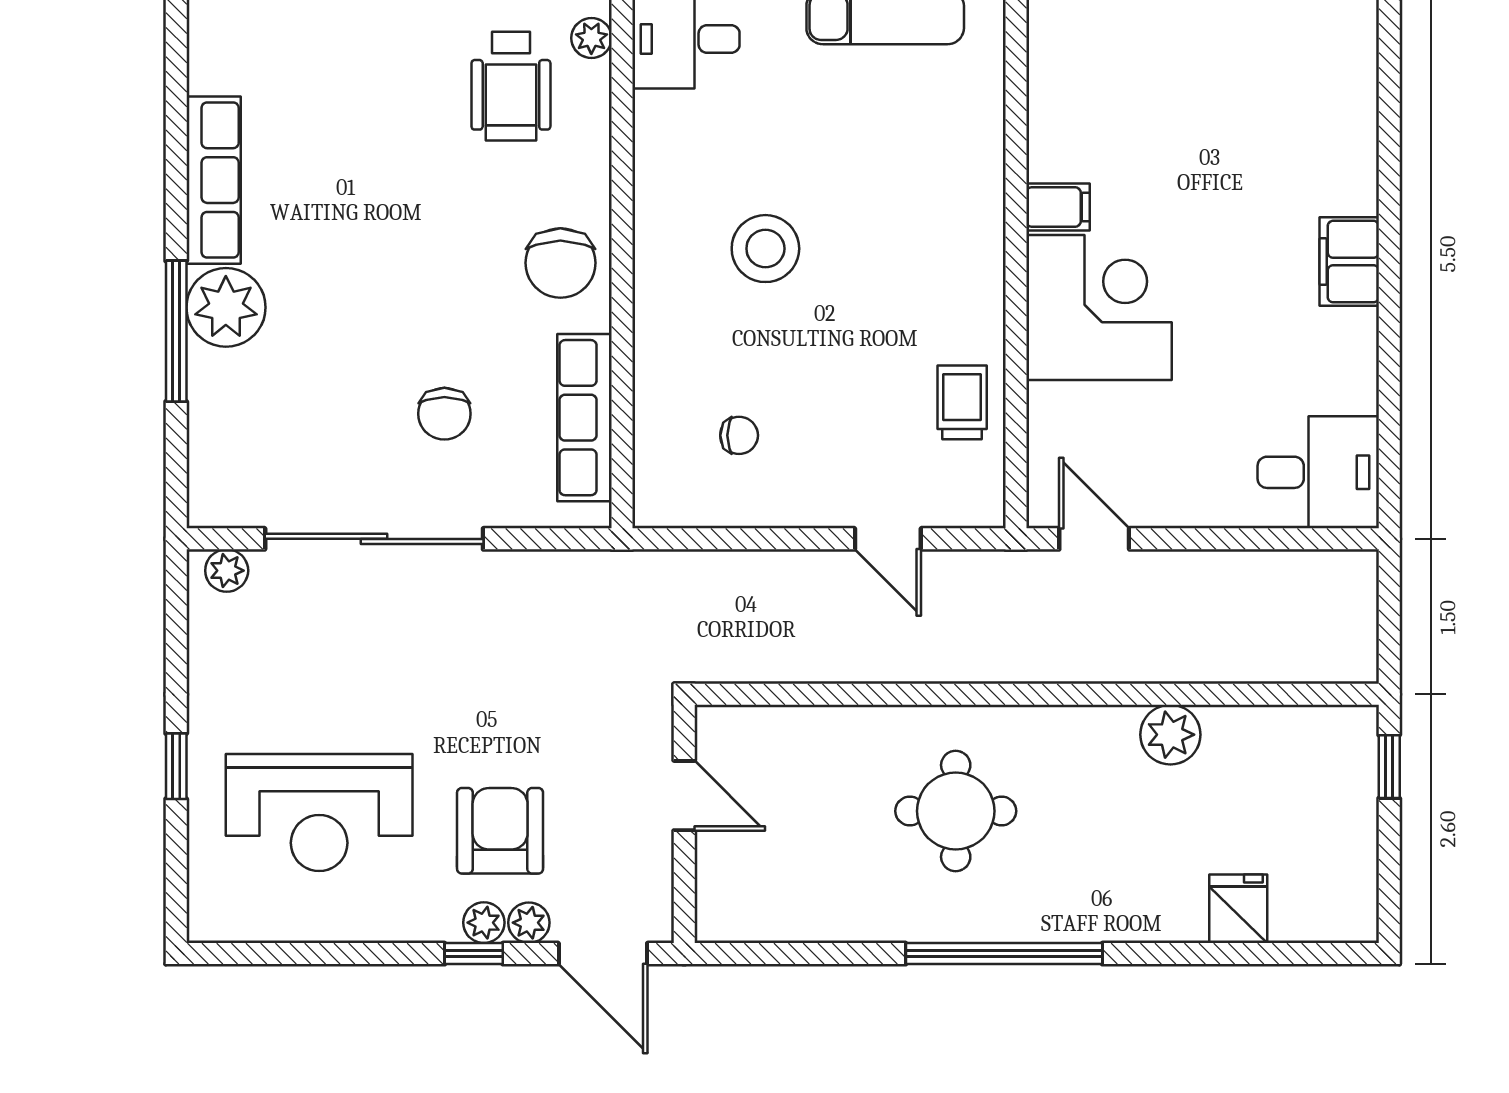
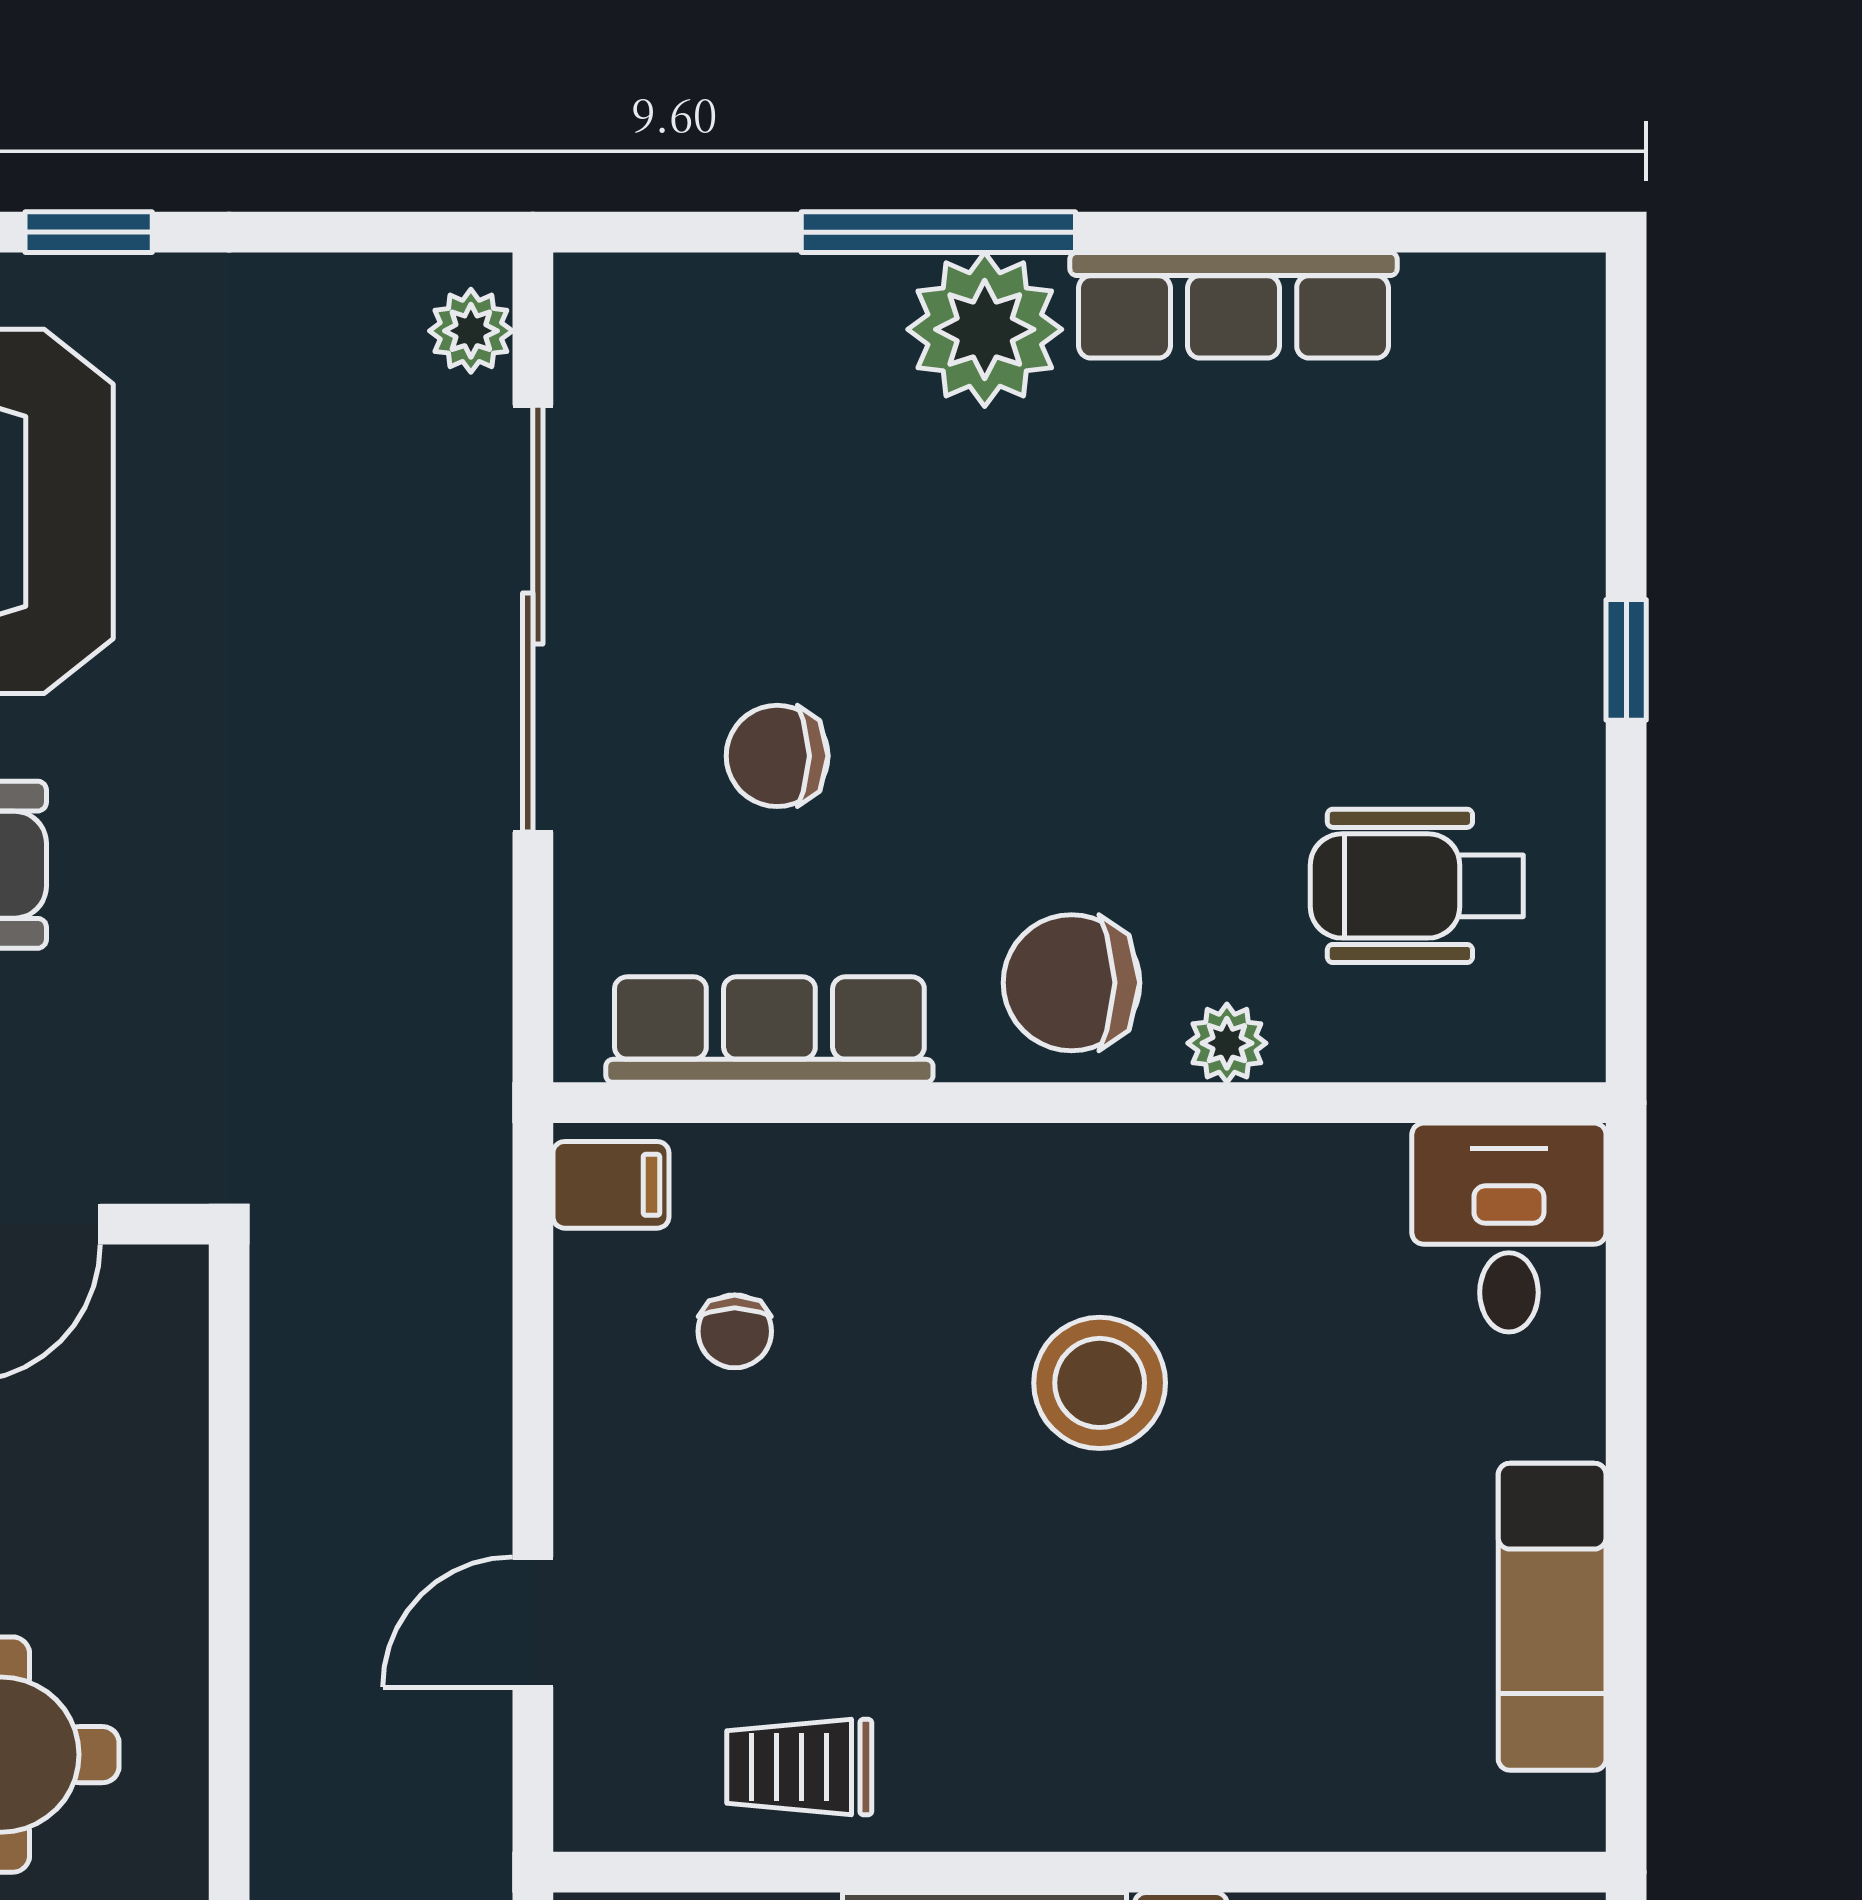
plant: (591, 38) -> (1227, 1043), moved
trolley: (962, 402) -> (799, 1767), turned 180
filing cabinet: (664, 499) -> (611, 1185), added

